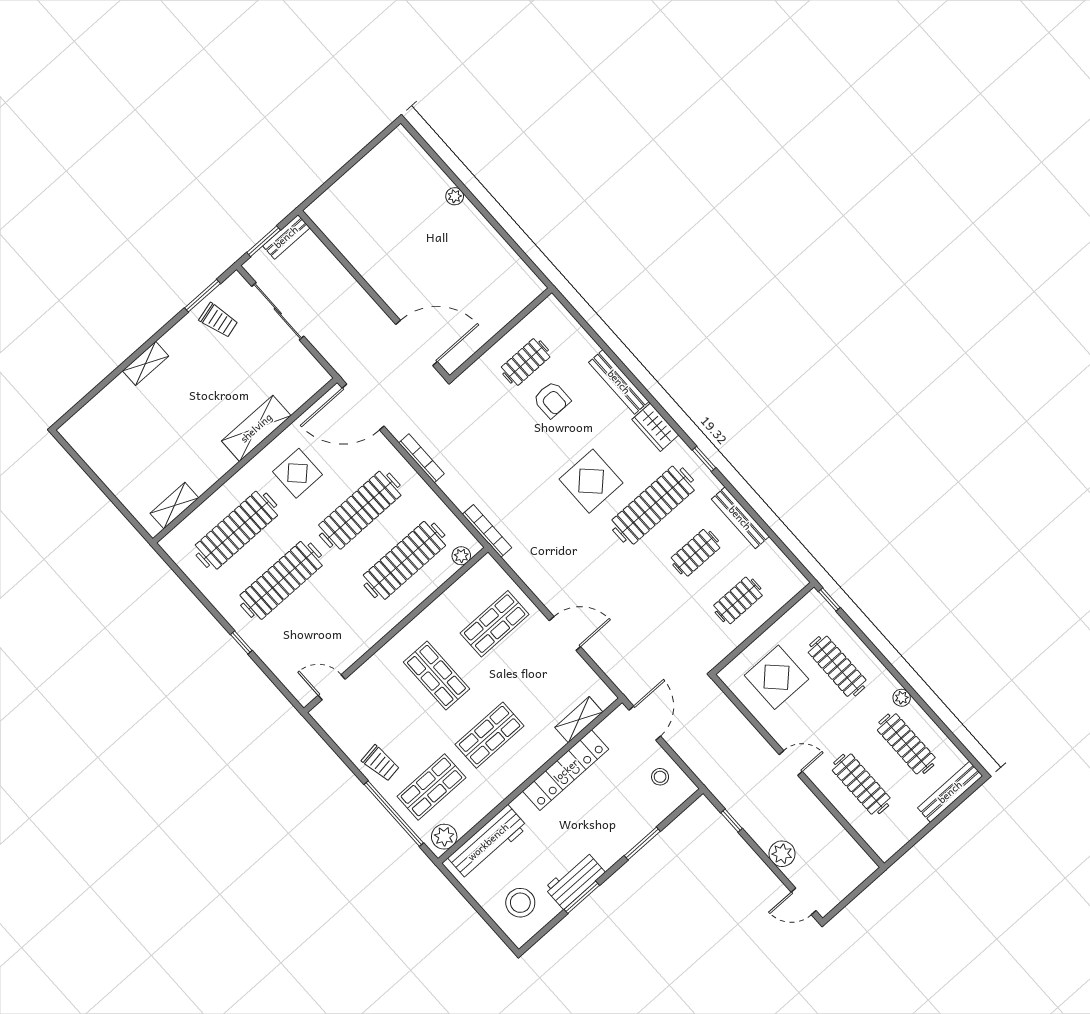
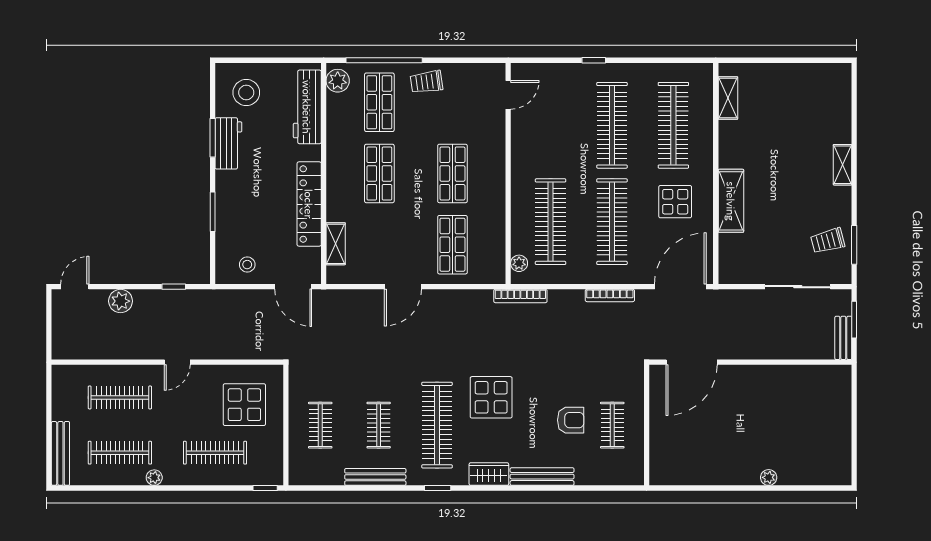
armchair: (552, 400) -> (571, 420), turned 180
shop shelf: (436, 675) -> (452, 173), turned 90

